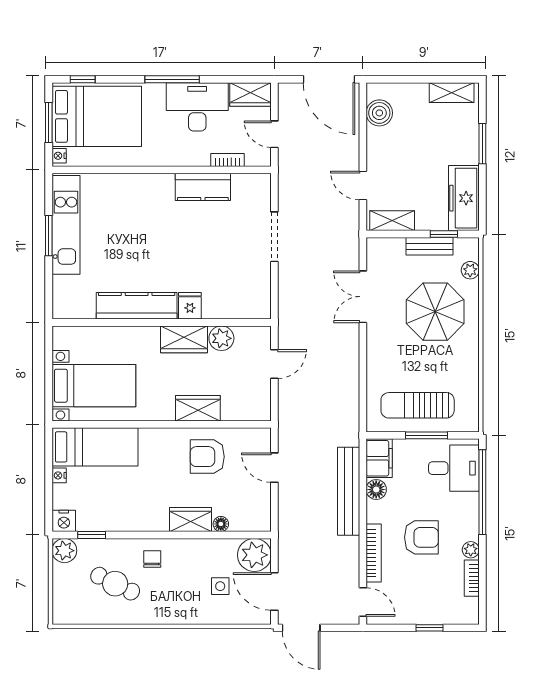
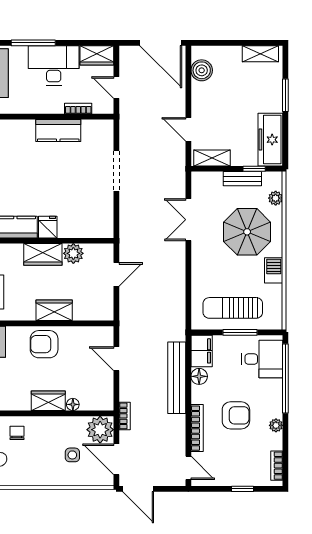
barbecue: (468, 359) -> (274, 270), added
armchair: (207, 457) -> (44, 344), moved
bookcase: (285, 538) -> (125, 416), added
bookcase: (472, 578) -> (277, 466), moved

